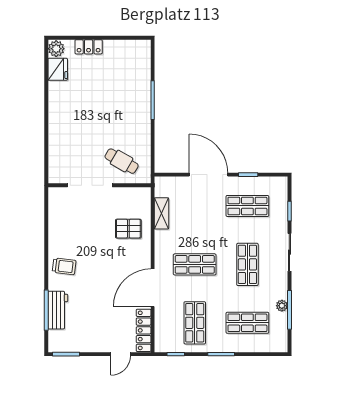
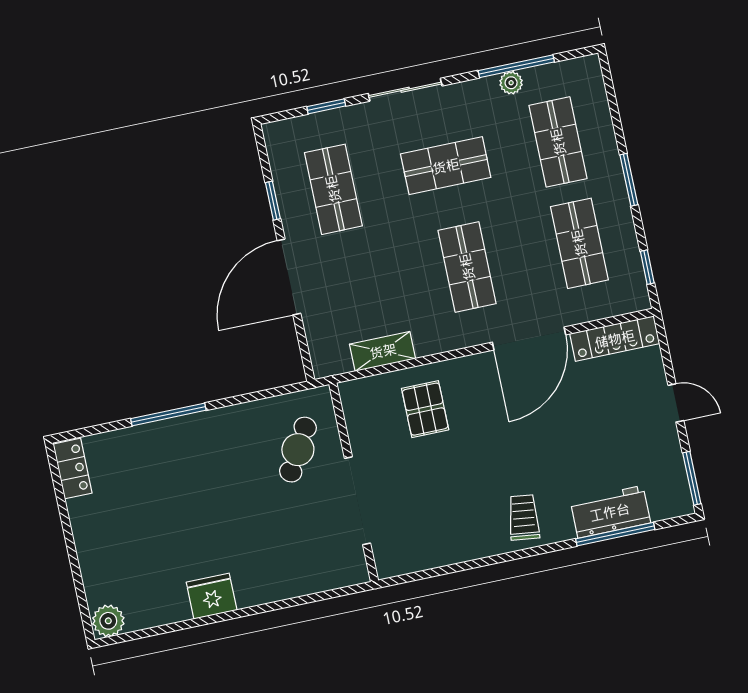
locker: (89, 47) -> (73, 469), moved
fridge: (58, 69) -> (212, 596), moved
door: (153, 288) -> (529, 338), hinge flipped
shop shelf: (195, 323) -> (579, 243), turned 90
door: (121, 354) -> (676, 403), moved

